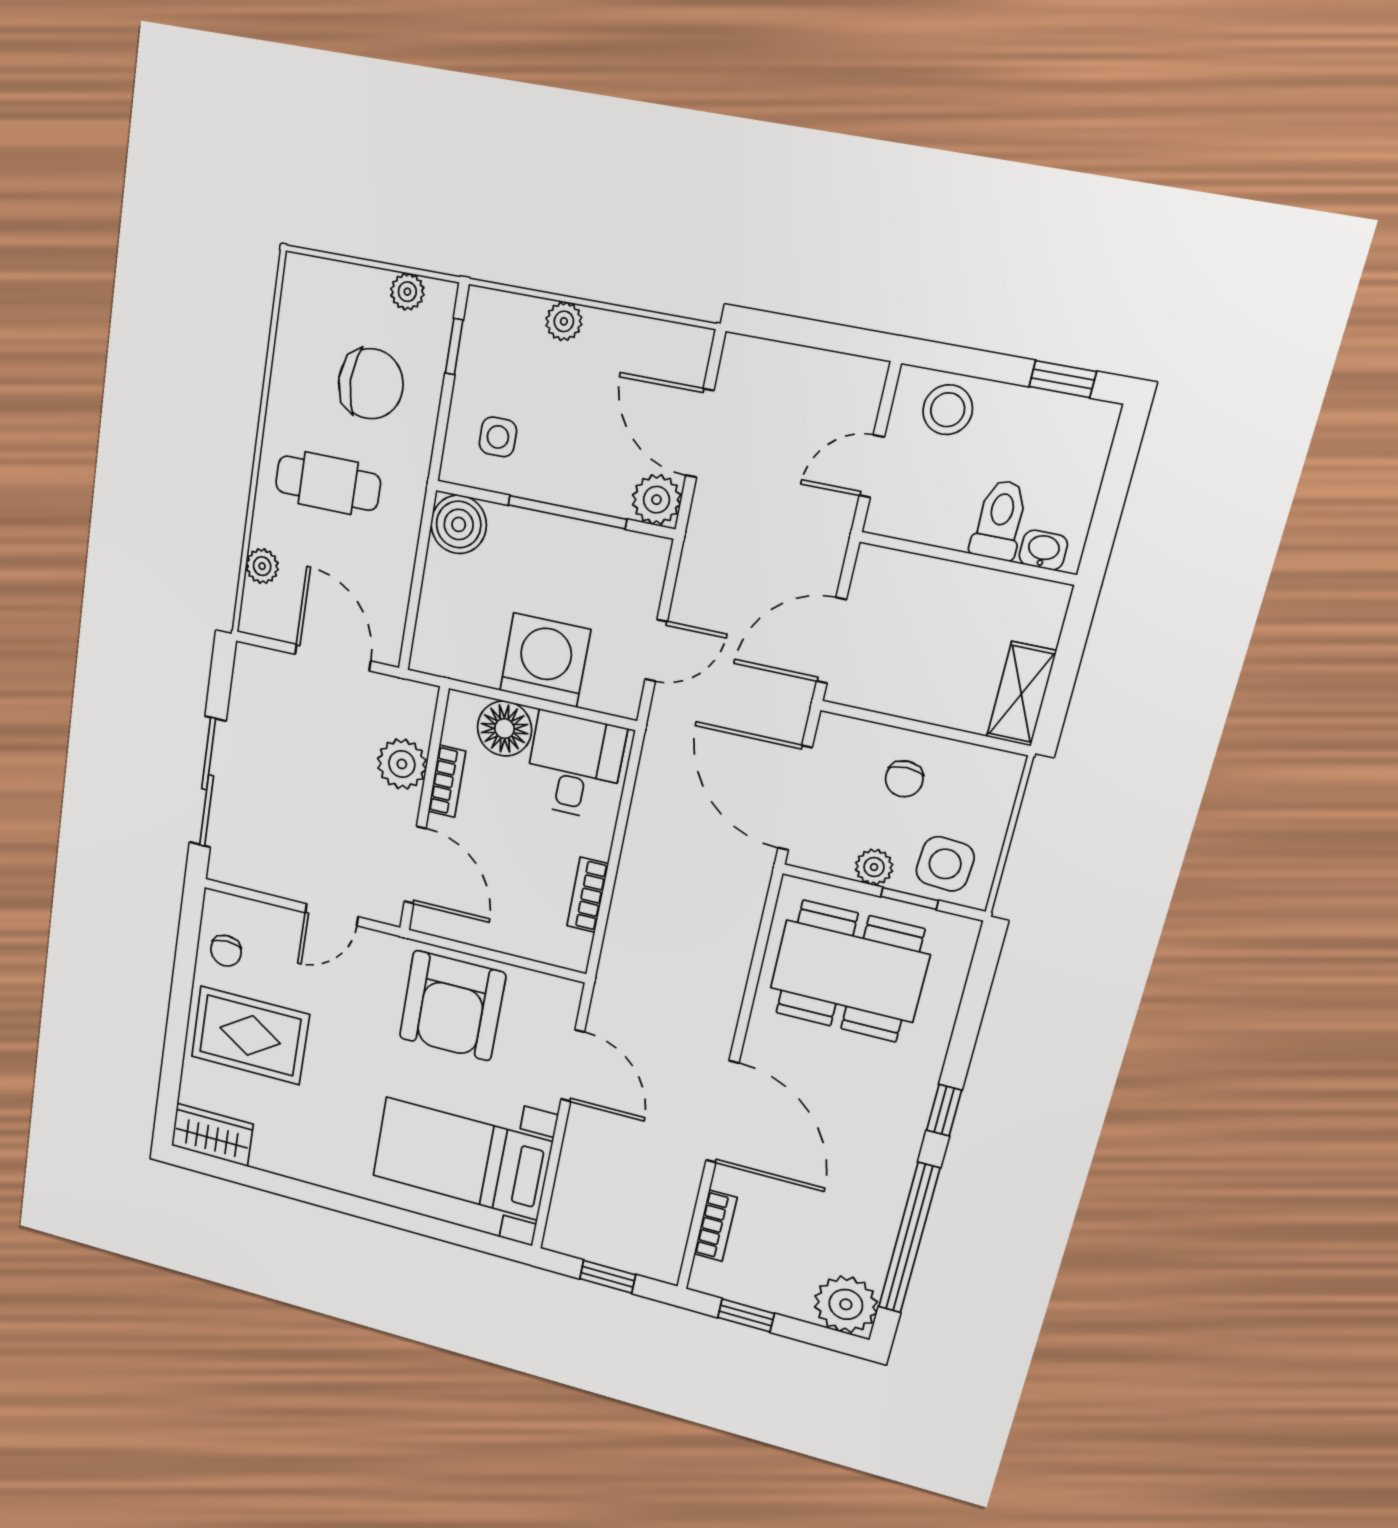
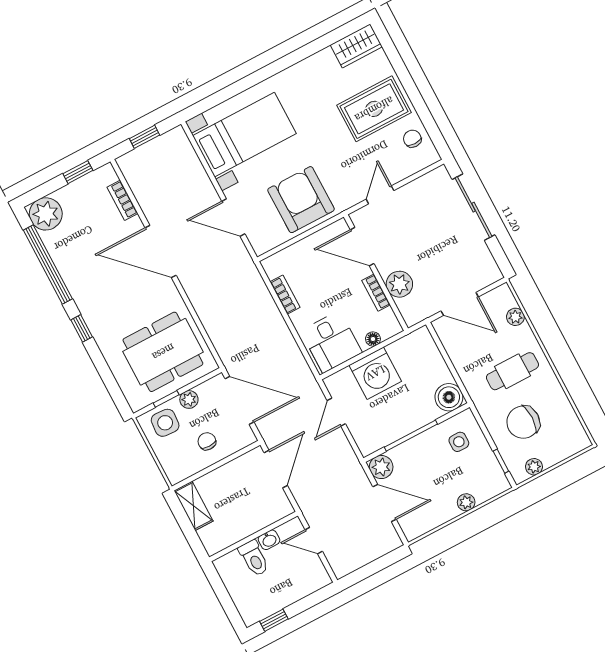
stool: (948, 410) -> (304, 580), removed
door: (872, 466) -> (314, 541), swing flipped
washbasin: (1043, 550) -> (269, 540), moved
floor lamp: (504, 729) -> (373, 339), width x0.53, depth x0.53

